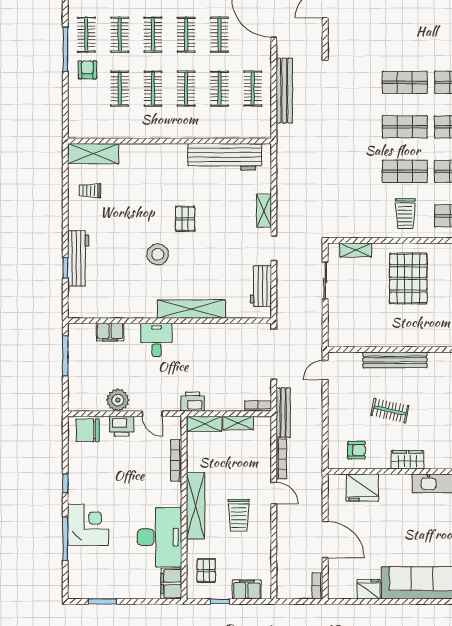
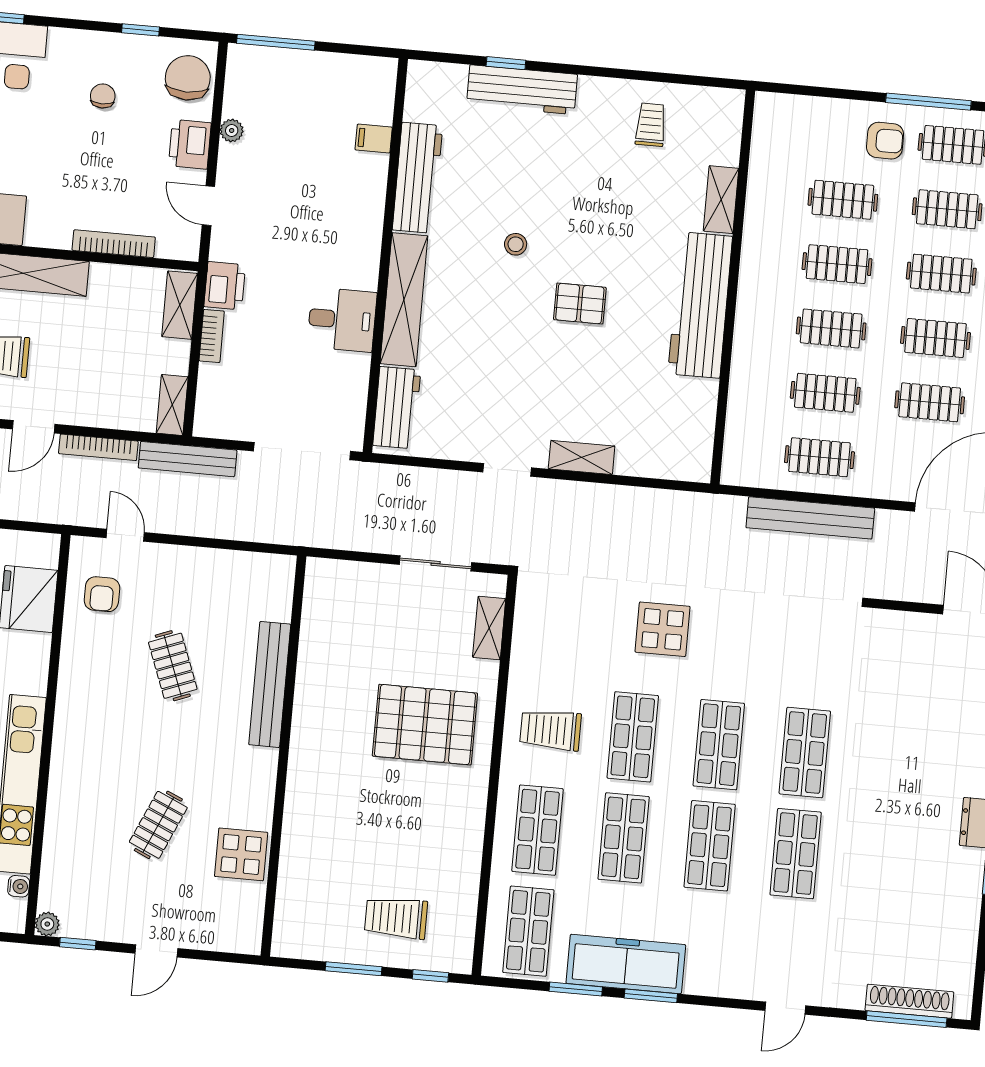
shelving: (93, 154) -> (721, 200), moved, width x0.67, depth x0.75
workbench: (225, 157) -> (700, 305), moved
display table: (348, 161) -> (663, 629), added
stool: (158, 254) -> (516, 244), width x0.53, depth x0.53
workbench: (261, 286) -> (397, 408), moved, turned 90
workbench: (128, 308) -> (417, 178), added
filing cabinet: (110, 332) -> (374, 139), width x0.50
desk: (156, 340) -> (342, 320), moved
window: (65, 356) -> (276, 42), moved
door: (325, 370) -> (125, 535), moved
plant: (118, 400) -> (232, 130), width x0.53, depth x0.53
bookcase: (258, 406) -> (212, 336), moved
clothes rail: (390, 411) -> (173, 666), turned -33
door: (152, 414) -> (208, 206), hinge flipped
shelving: (238, 423) -> (172, 405), moved
wardrobe: (408, 460) -> (74, 691), removed
chair: (101, 473) -> (103, 96), added
window: (65, 483) -> (141, 30), moved

